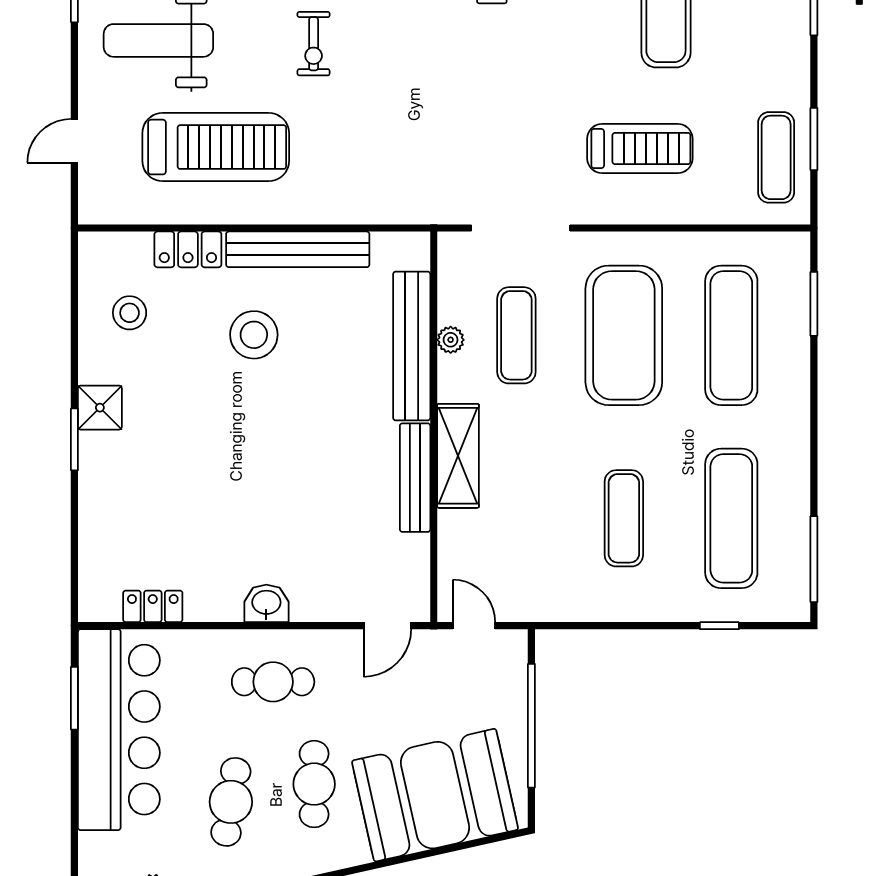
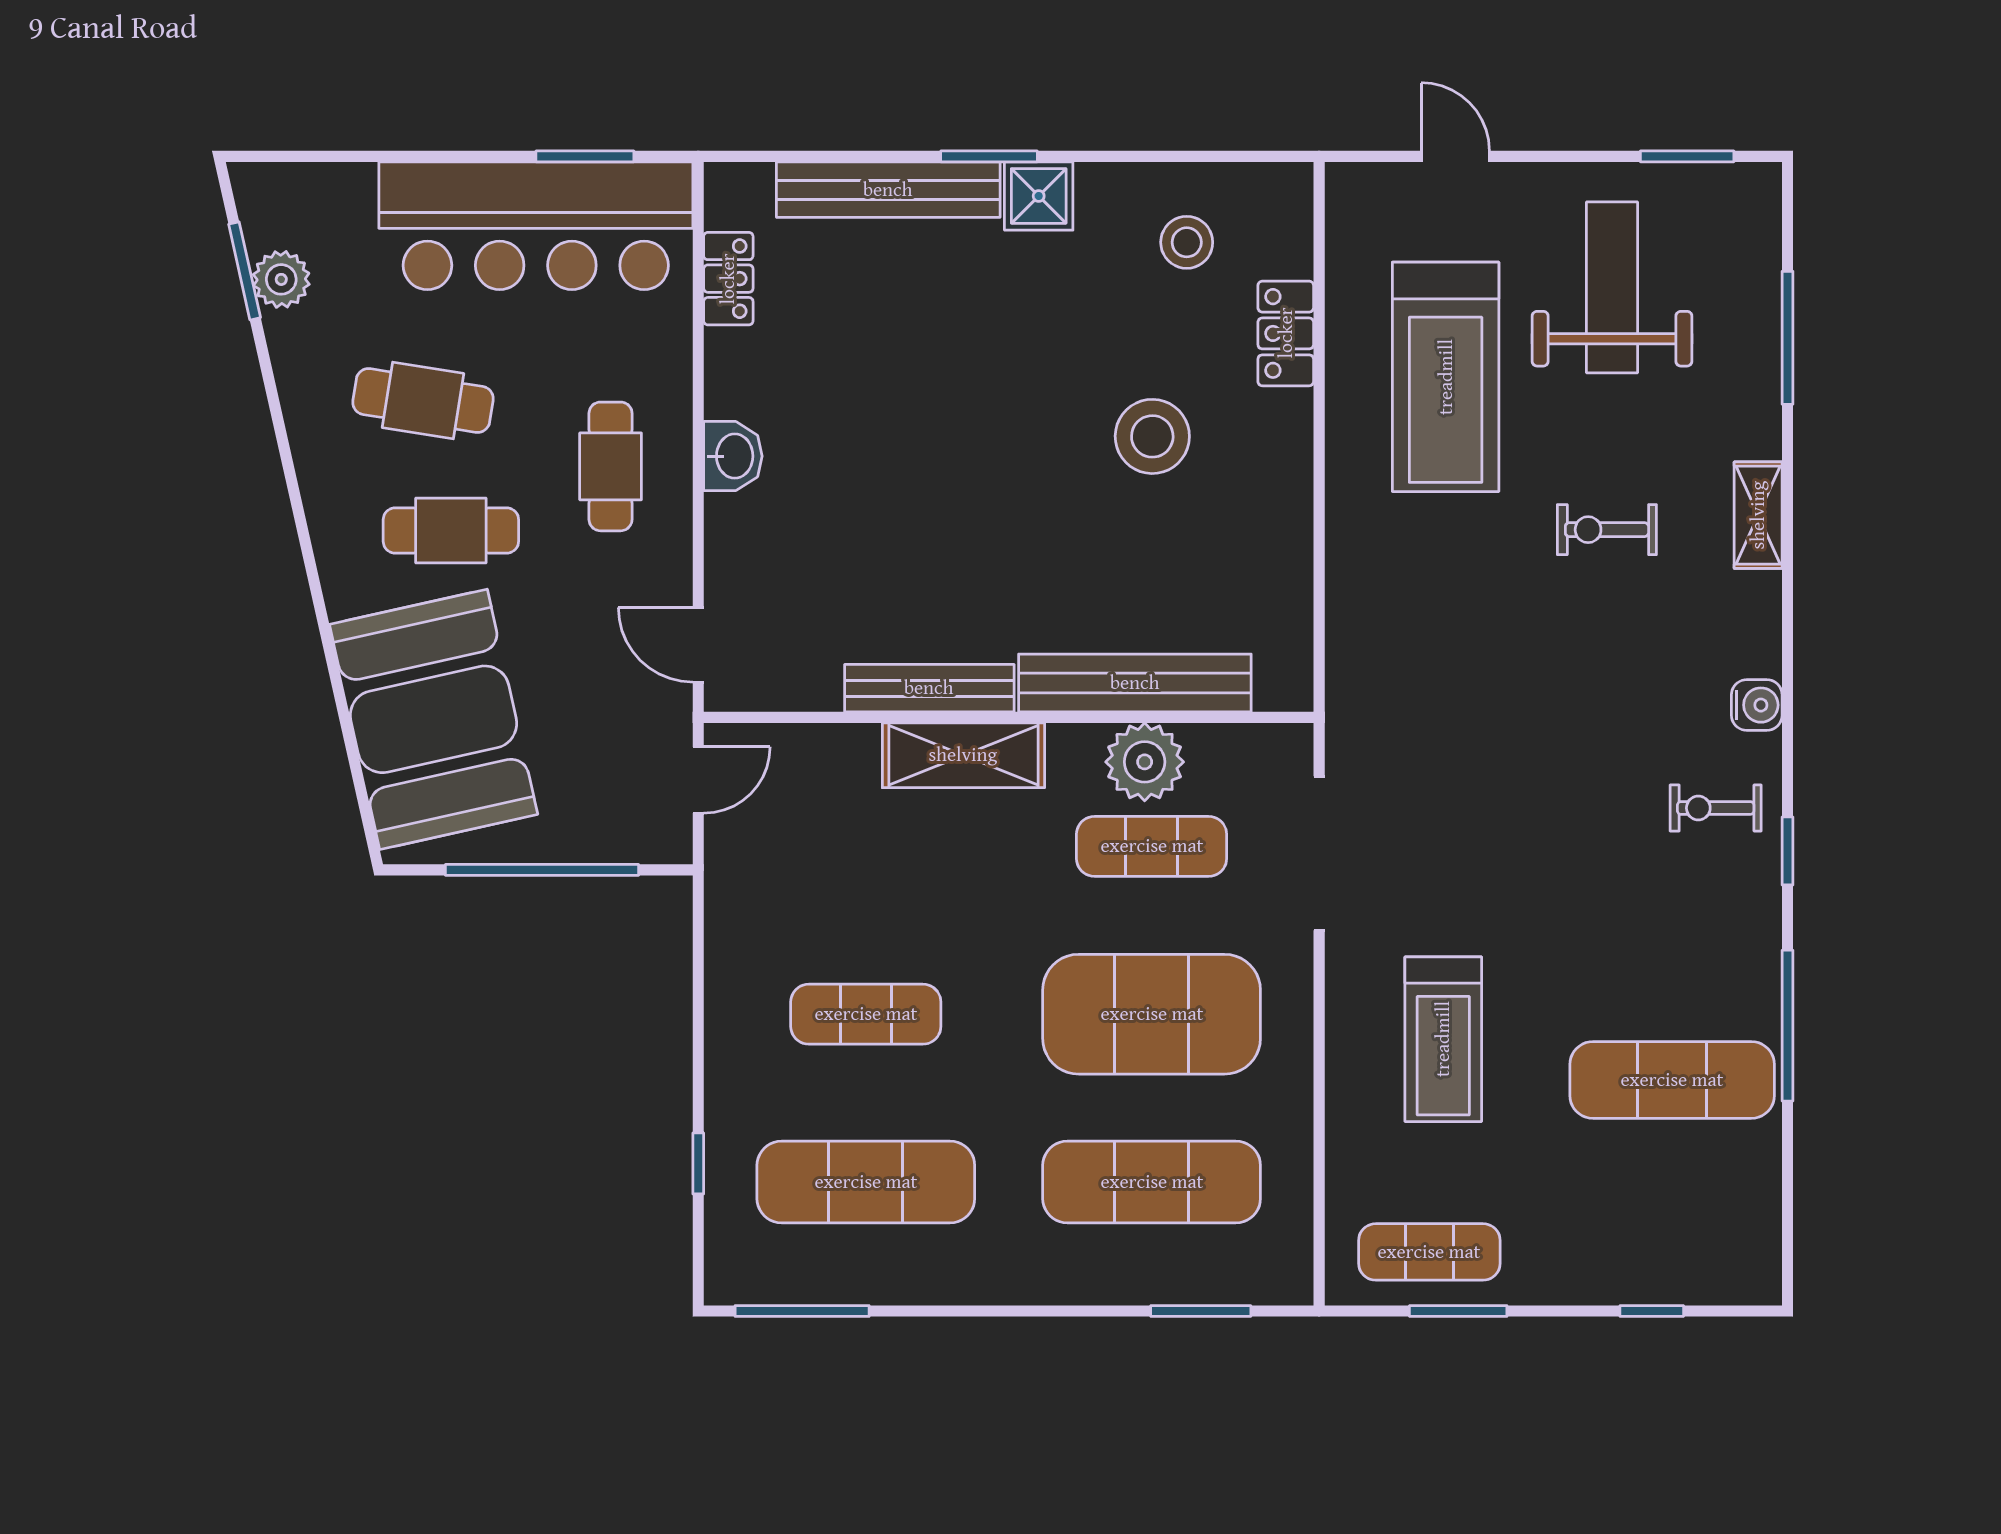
bench: (298, 249) -> (888, 190), moved, turned 90
plant: (451, 340) -> (1145, 762), width x1.87, depth x1.87

